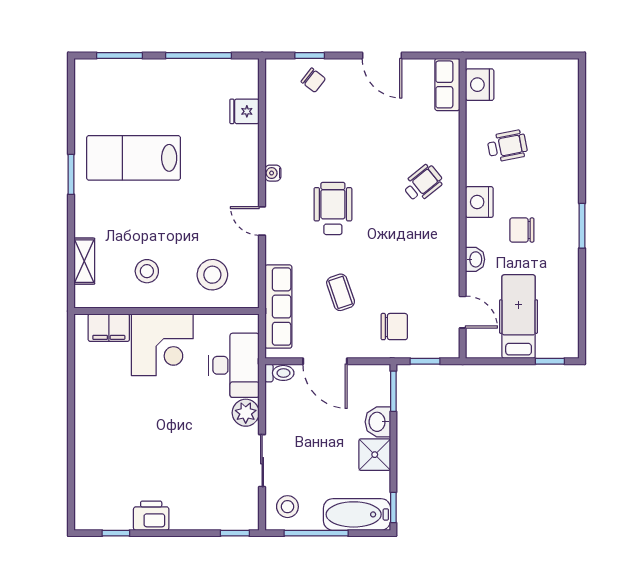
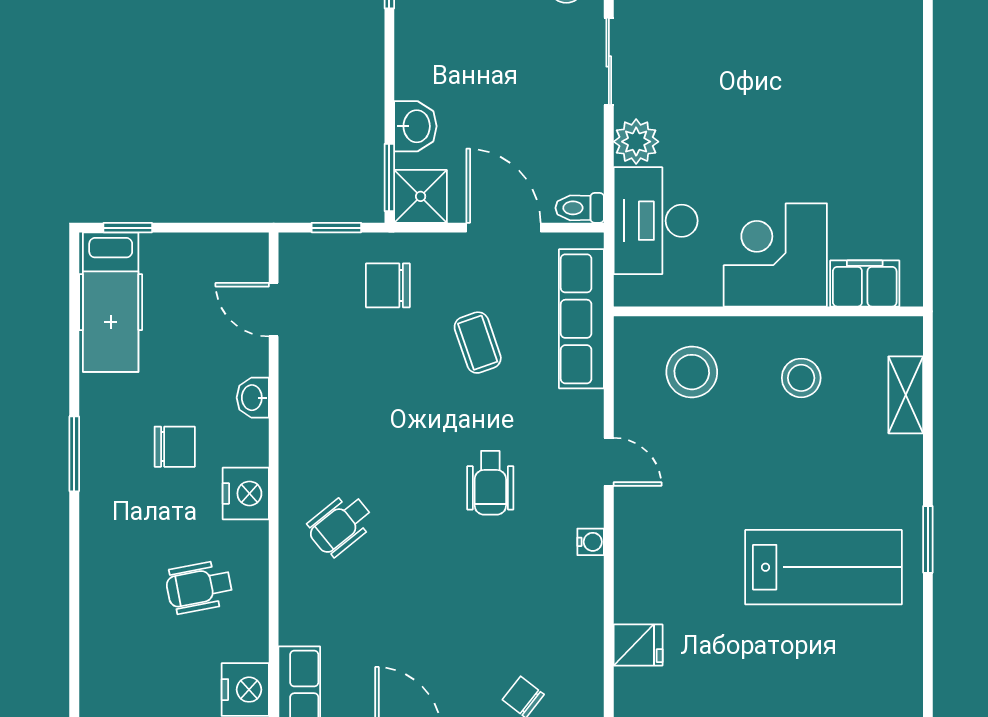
wheelchair: (333, 208) -> (490, 483), width x0.73, depth x0.73
hospital bed: (519, 317) -> (111, 302), moved
shower: (375, 455) -> (421, 196), moved

